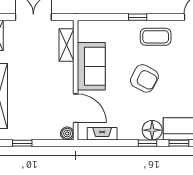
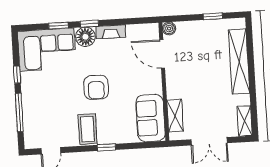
coffee table: (156, 37) -> (88, 129), turned 90
sofa: (91, 66) -> (150, 118), moved
armchair: (144, 78) -> (96, 87), turned -118
fireplace: (102, 134) -> (111, 32), moved

